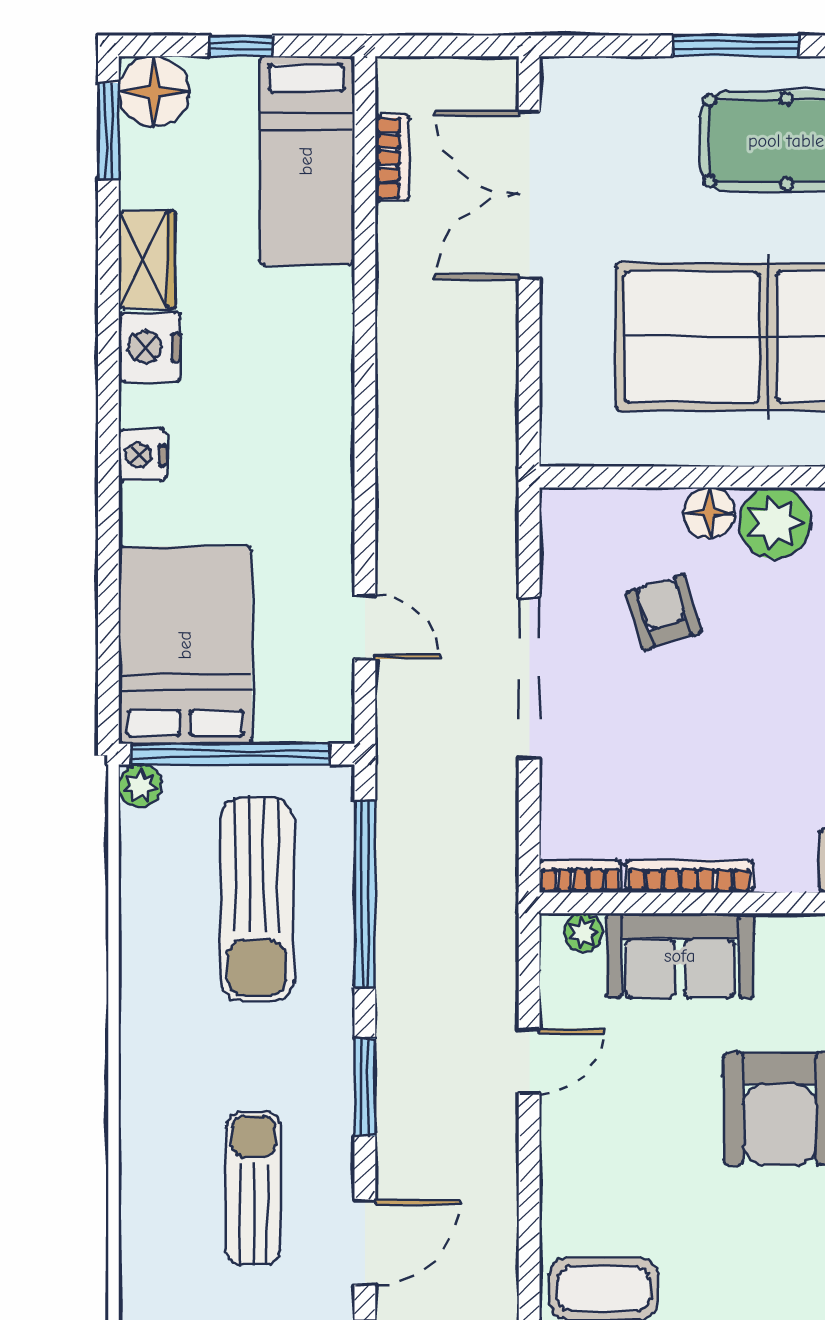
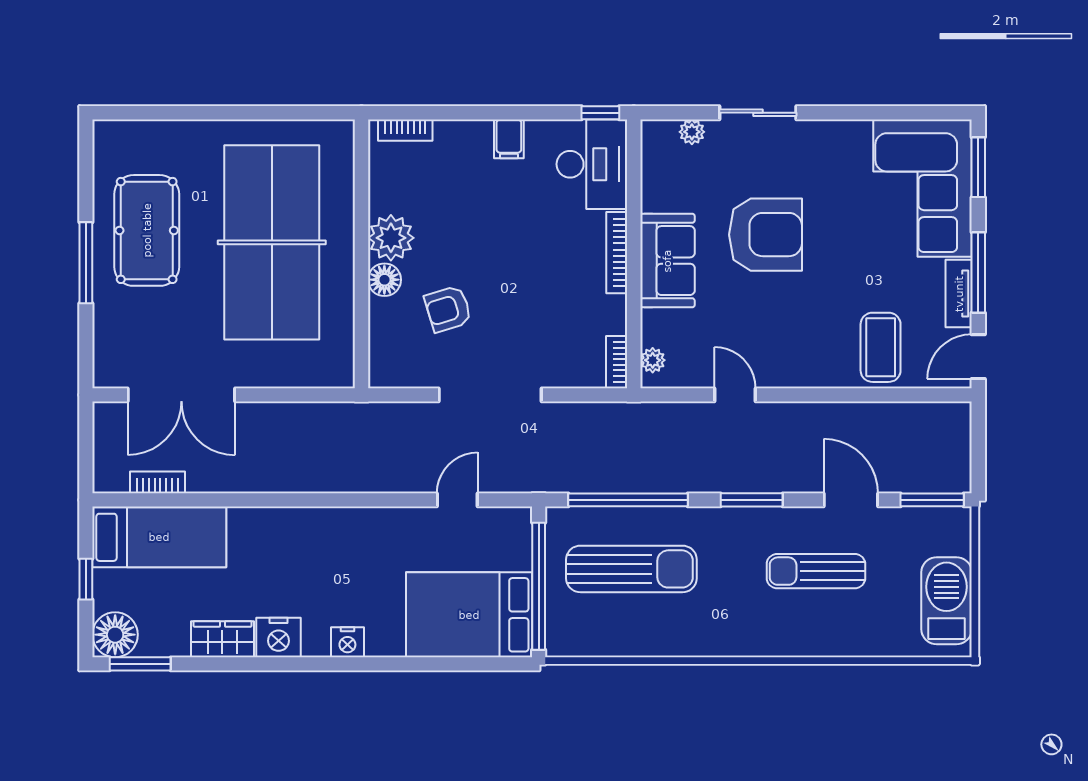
plant: (140, 786) -> (559, 644), removed
bookcase: (689, 876) -> (617, 253), moved
sofa: (680, 956) -> (667, 261), moved

